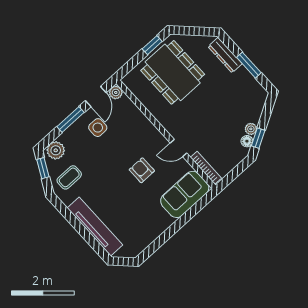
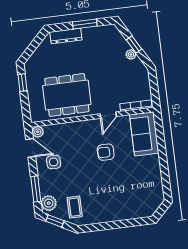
dining table: (173, 72) -> (67, 95), moved
window: (70, 120) -> (36, 189), moved
window: (258, 138) -> (134, 44), moved
floor lamp: (247, 141) -> (138, 63), removed
tv unit: (95, 226) -> (122, 213), removed

